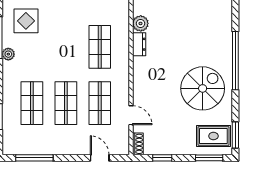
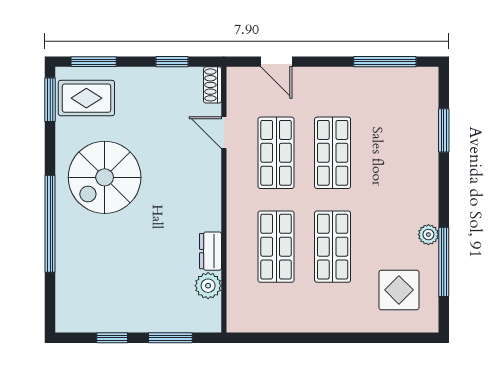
shop shelf: (32, 103) -> (333, 247), moved

